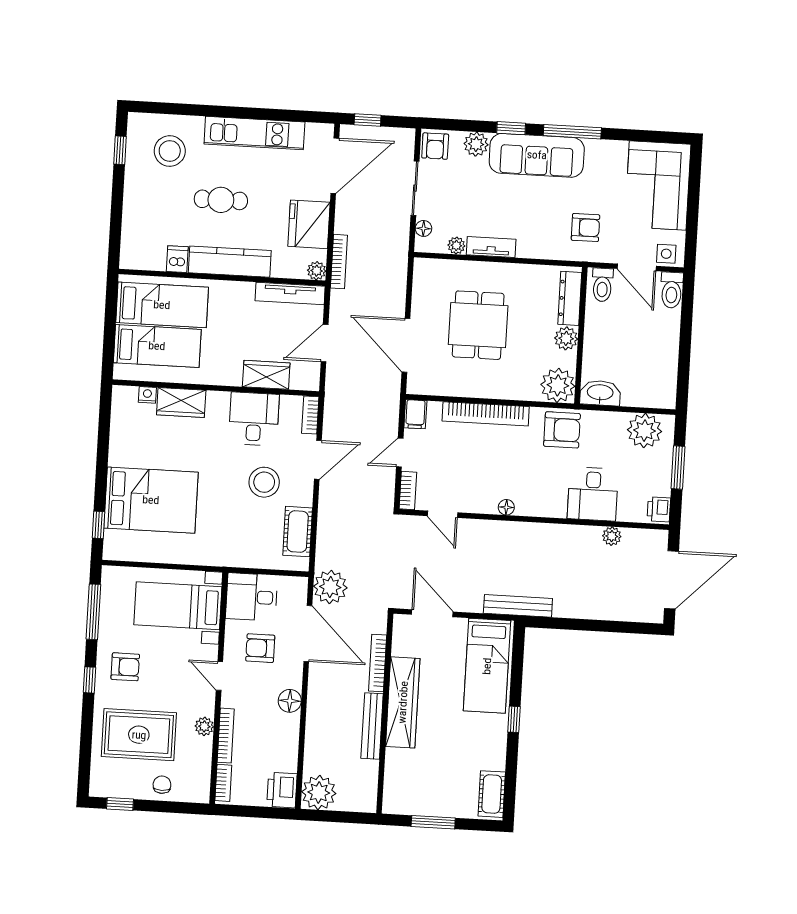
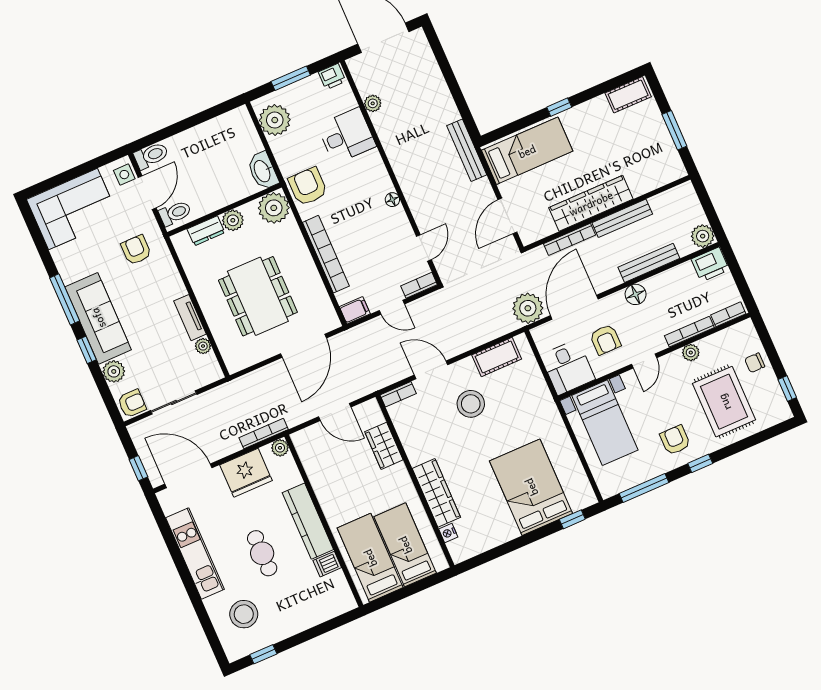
floor lamp: (424, 228) -> (203, 379), removed
tv unit: (290, 293) -> (309, 460), removed
dresser: (570, 298) -> (206, 231), width x0.70
dining table: (478, 325) -> (258, 296), width x1.38
wardrobe: (181, 403) -> (436, 493), width x1.50
desk: (254, 419) -> (424, 438), removed
bench: (314, 730) -> (649, 263), added
plant: (319, 793) -> (703, 236), width x0.73, depth x0.73

